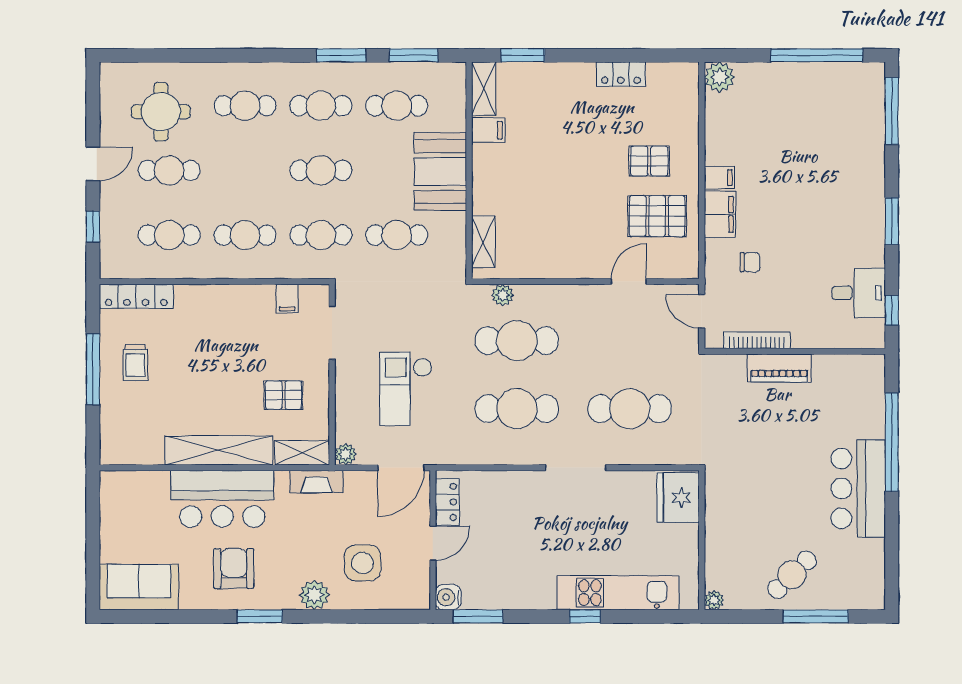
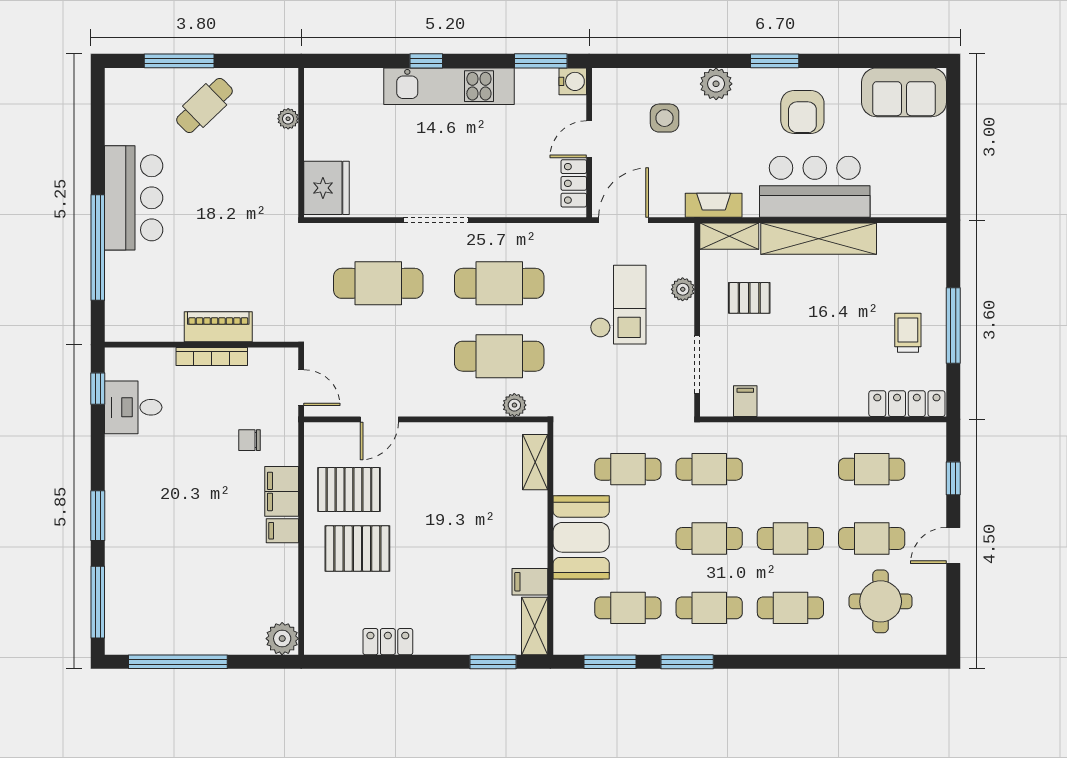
pallet: (649, 161) -> (357, 549), width x1.50, depth x1.42
window: (892, 221) -> (98, 516), moved
cafe table: (245, 235) -> (790, 539), moved
bookcase: (757, 340) -> (212, 357), moved
plant: (345, 454) -> (683, 289), moved
side table: (363, 563) -> (665, 118), width x0.73, depth x0.73
kitchen unit: (618, 593) -> (449, 86), moved
plant: (714, 600) -> (288, 119), moved

